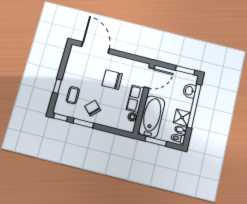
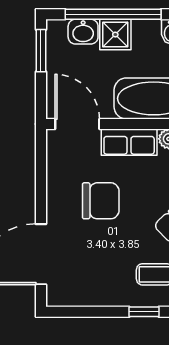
chair: (112, 80) -> (101, 201), turned -90
shower: (182, 118) -> (115, 35), moved

